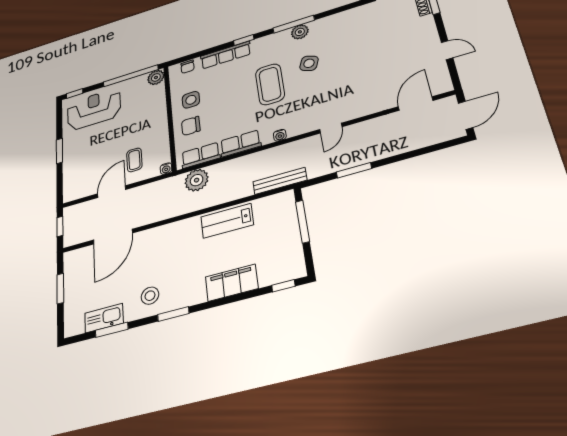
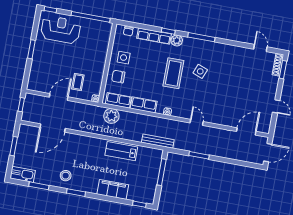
plant: (300, 32) -> (177, 40), moved
plant: (156, 77) -> (106, 28), removed
door: (331, 128) -> (197, 122), swing flipped
kitchen sink: (104, 318) -> (23, 174), moved

